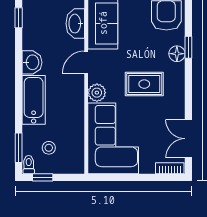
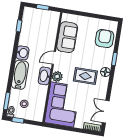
washbasin: (75, 24) -> (44, 76), moved
floor lamp: (177, 54) -> (105, 72), moved

